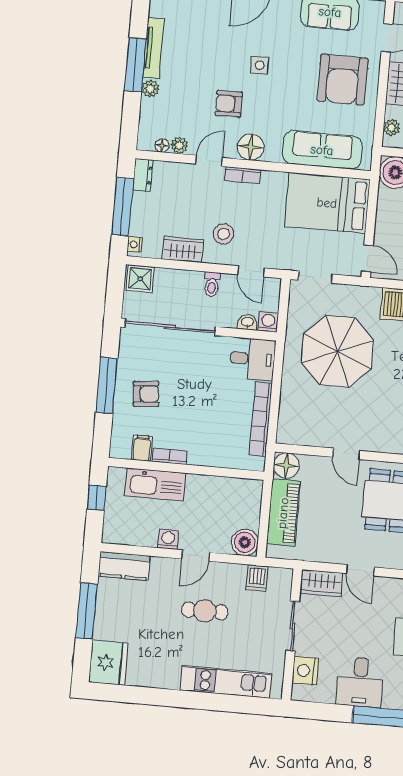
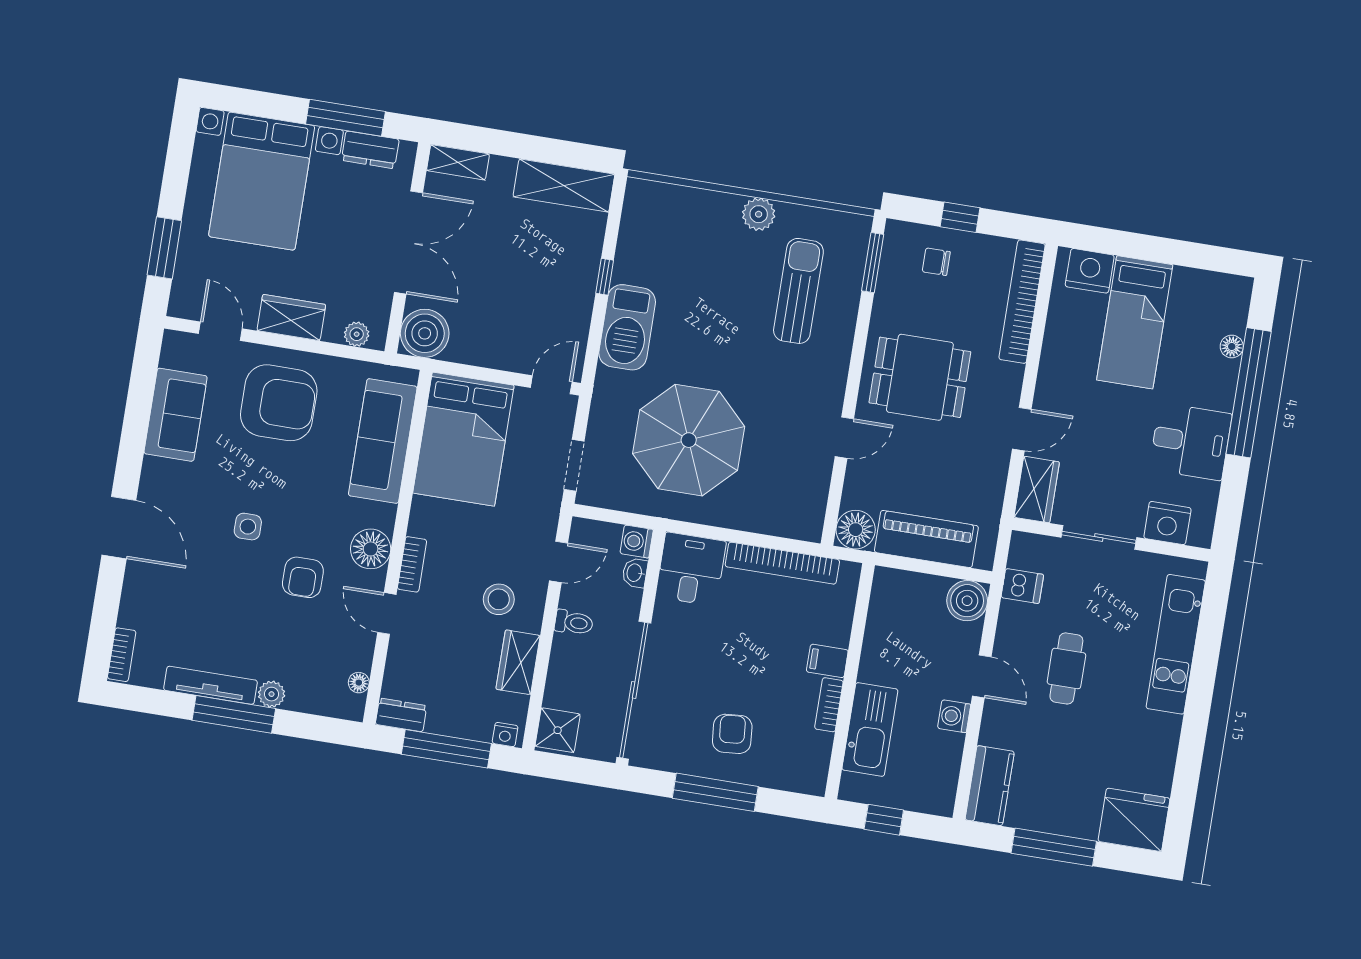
plant: (179, 145) -> (360, 657), removed
filing cabinet: (142, 448) -> (827, 661), moved

